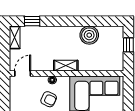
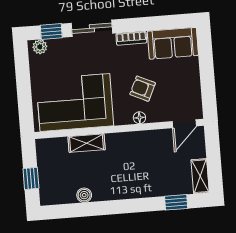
boiler: (89, 35) -> (84, 195), width x0.54, depth x0.54
shelving: (66, 66) -> (87, 143), moved

